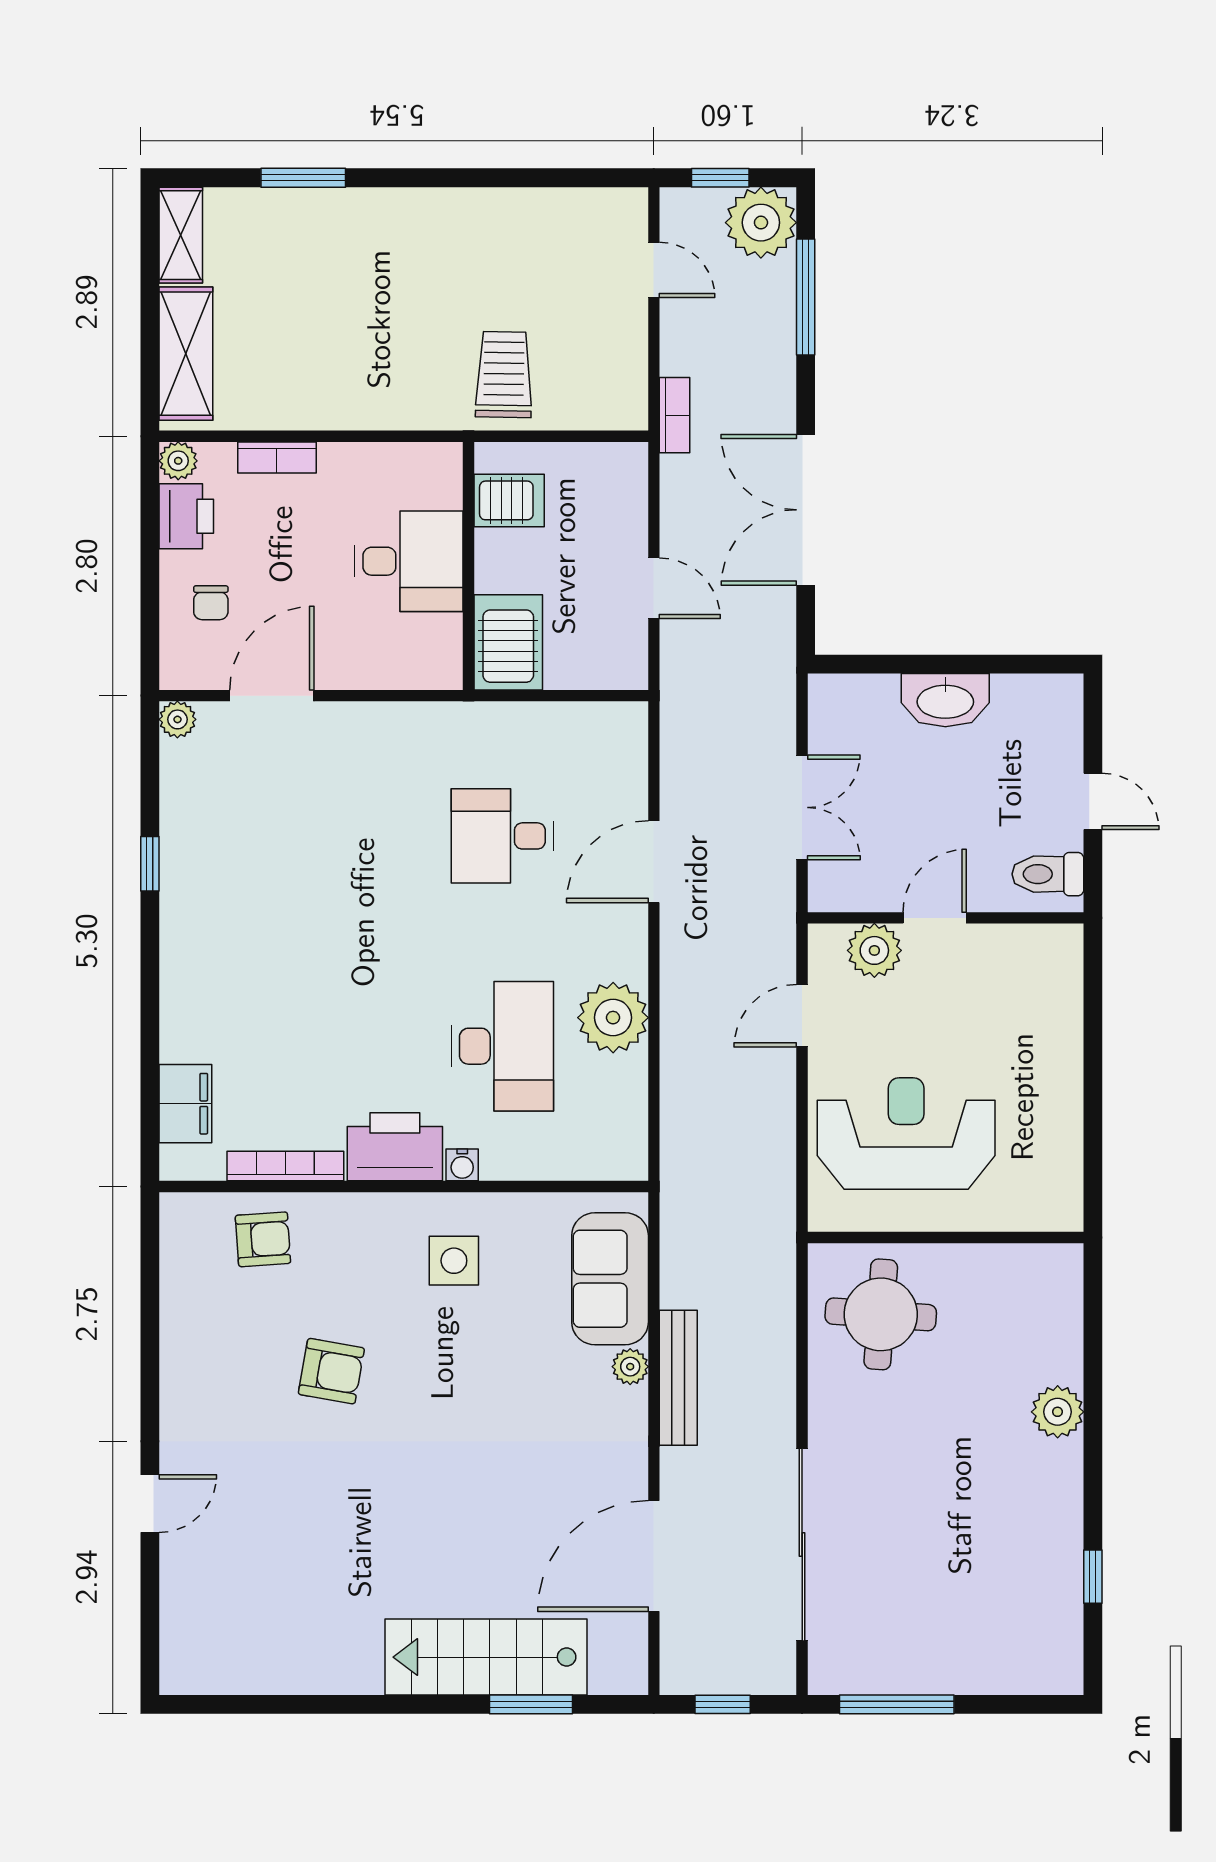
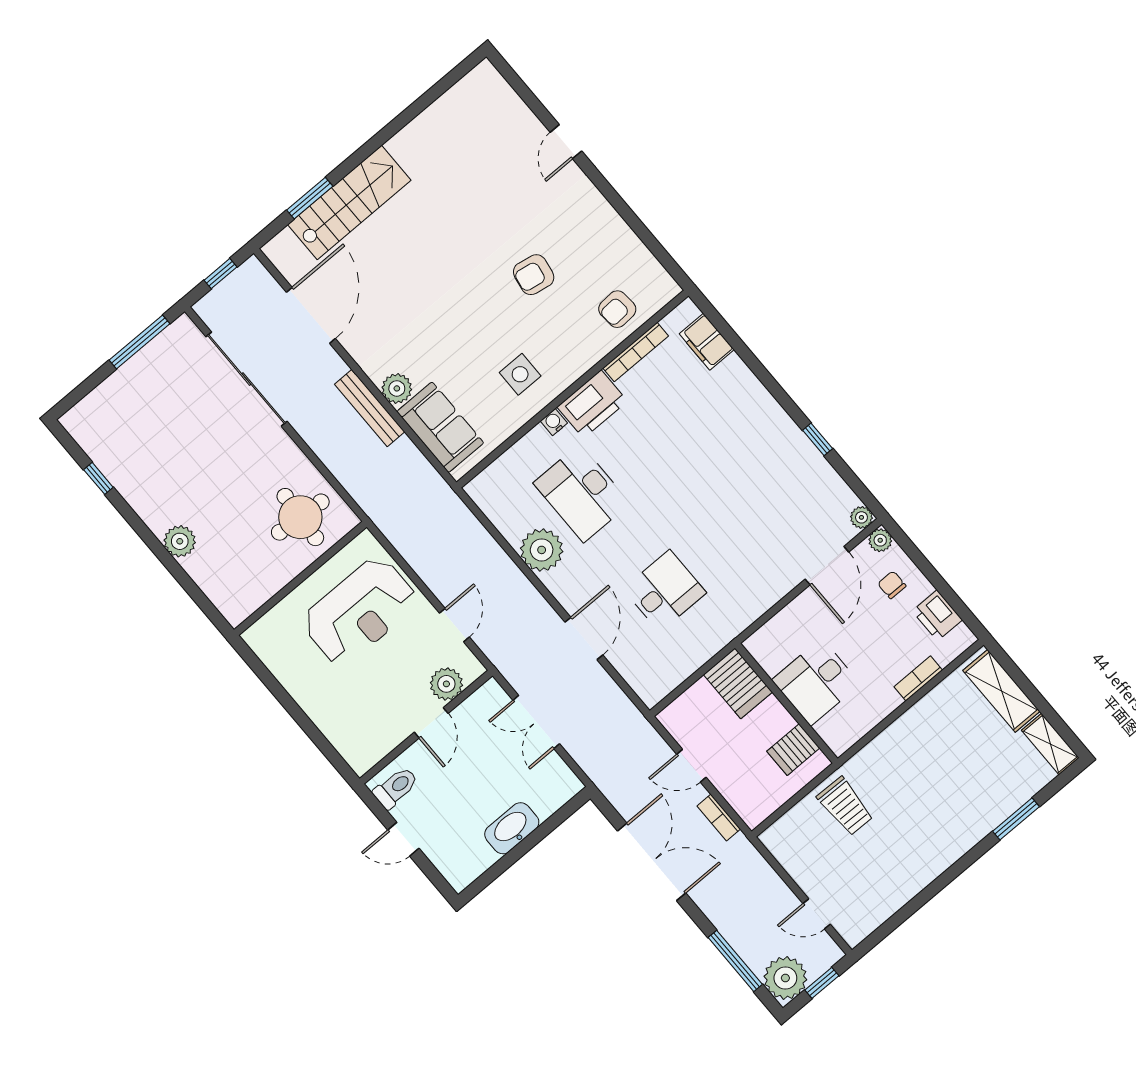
bookcase: (675, 415) -> (719, 818), moved
plant: (178, 461) -> (880, 540), moved
plant: (630, 1367) -> (397, 388), width x1.38, depth x1.38

